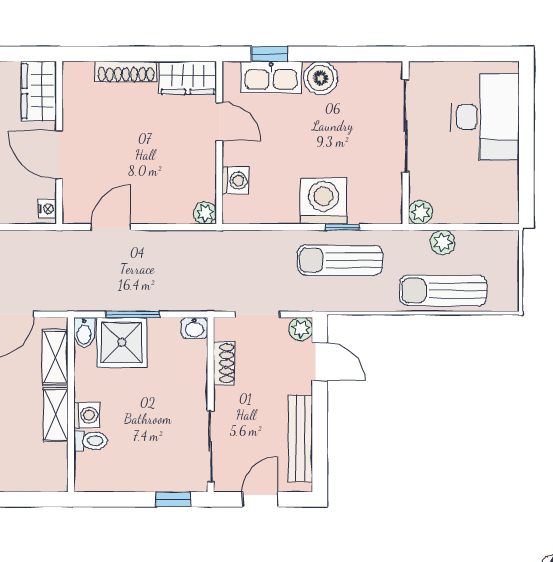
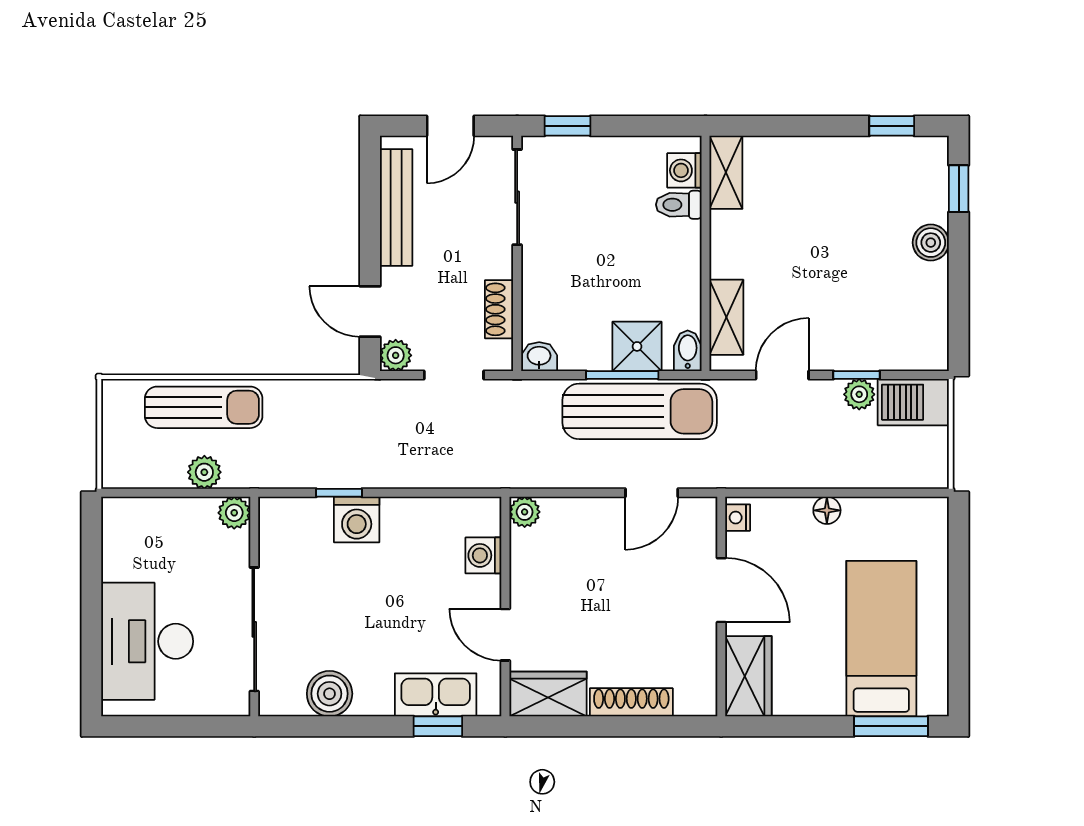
boiler: (321, 78) -> (330, 694), moved
washing machine: (323, 201) -> (357, 520), width x0.73, depth x0.73
sun lounger: (340, 260) -> (640, 411), moved, width x1.36, depth x1.34
shower: (122, 342) -> (637, 346), width x0.73, depth x0.73
shelving: (56, 415) -> (726, 172), moved
washing machine: (87, 415) -> (684, 170), moved

